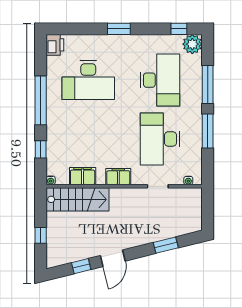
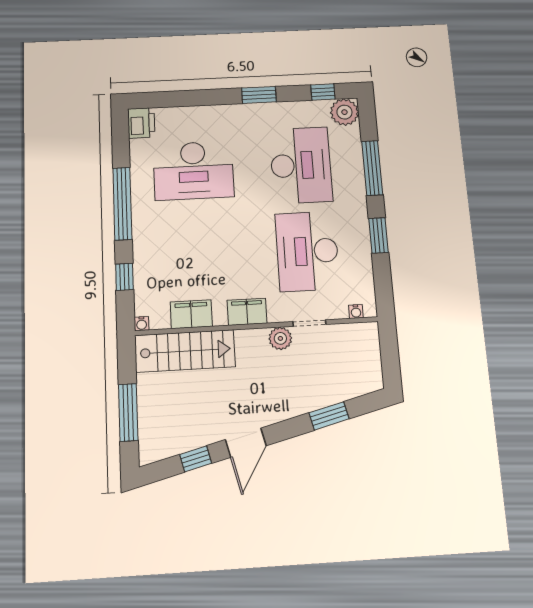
window: (119, 29) -> (259, 95), moved
window: (208, 131) -> (379, 235), width x0.69
plant: (139, 195) -> (280, 338), added
window: (41, 235) -> (128, 412), width x2.17

